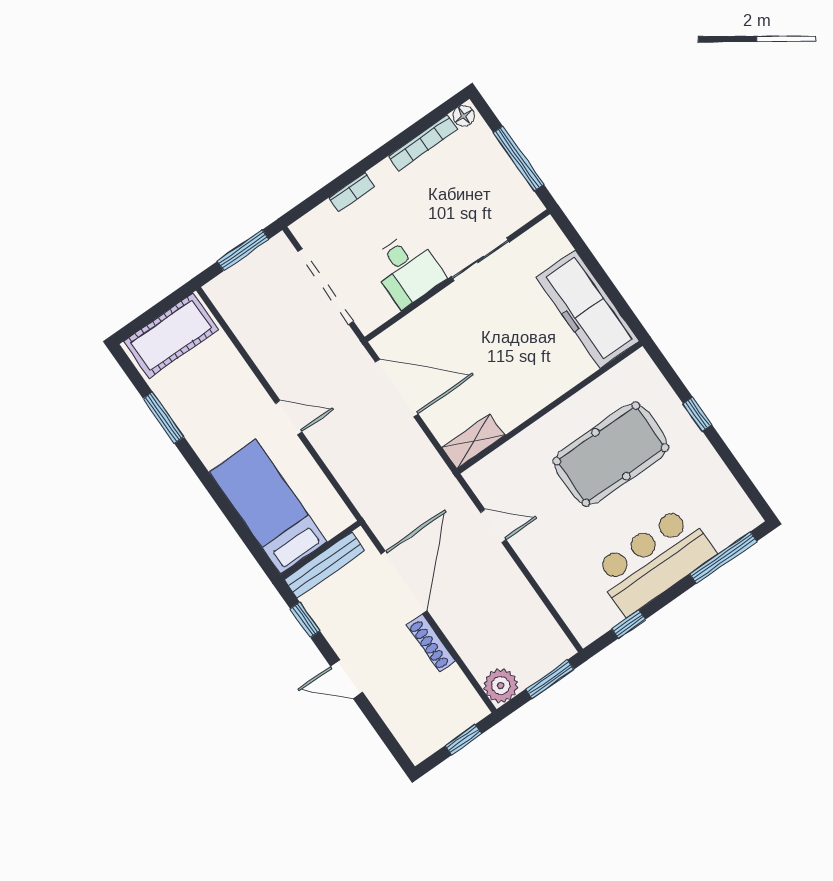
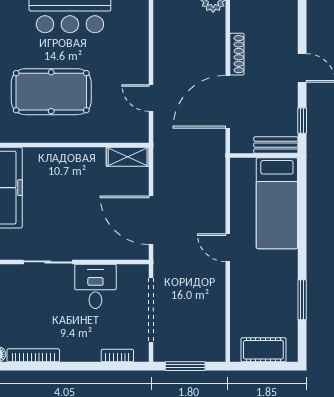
bookcase: (352, 192) -> (117, 356), moved
cot: (171, 335) -> (263, 350), width x0.73, depth x0.75
bench: (324, 565) -> (276, 145), width x0.73

